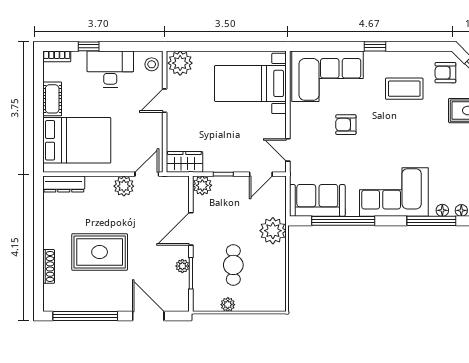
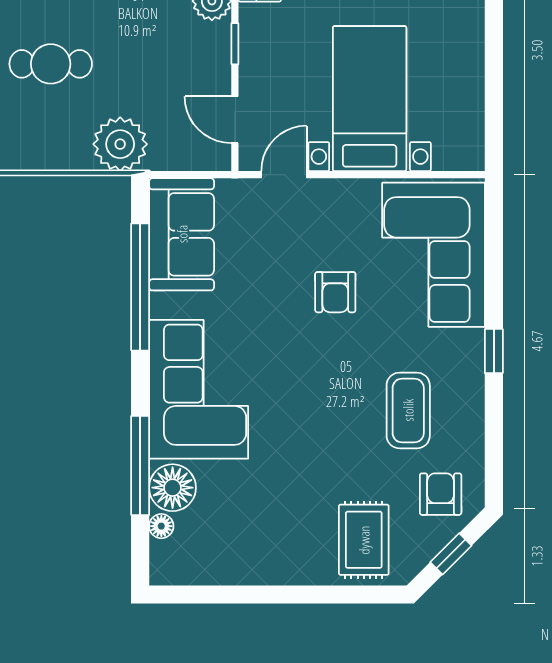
bed with nightstands: (250, 83) -> (370, 99), moved
armchair: (346, 125) -> (335, 292), turned 180
floor lamp: (442, 210) -> (173, 488), width x1.89, depth x1.89

